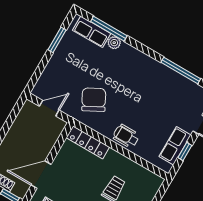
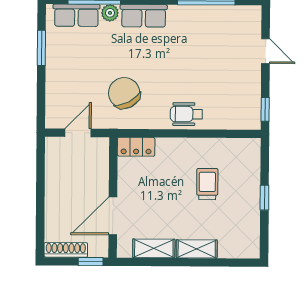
locker: (88, 142) -> (136, 147), width x0.66
row of seats: (175, 146) -> (144, 16), moved, turned -90
window: (185, 152) -> (265, 109), moved

